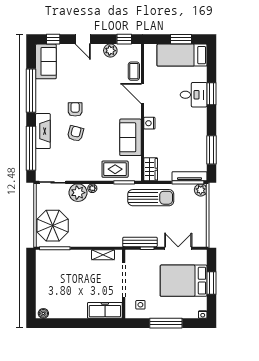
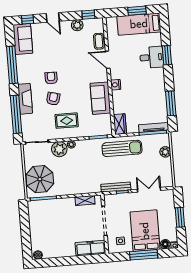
rug: (115, 169) -> (67, 121), moved
plant: (201, 190) -> (165, 152), moved
bed: (184, 281) -> (145, 231), moved, turned 90
floor lamp: (192, 313) -> (165, 244), added

